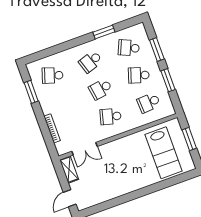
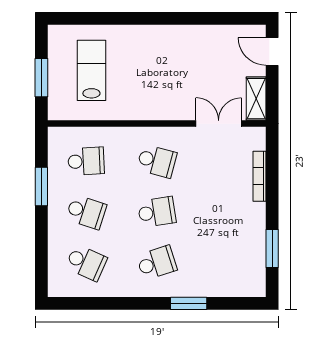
window: (104, 32) -> (189, 303), moved
window: (157, 50) -> (41, 243), removed
school desk: (53, 75) -> (227, 263), removed
lab bench: (164, 153) -> (91, 70), width x0.73, depth x0.72
door: (70, 198) -> (272, 51), swing flipped

